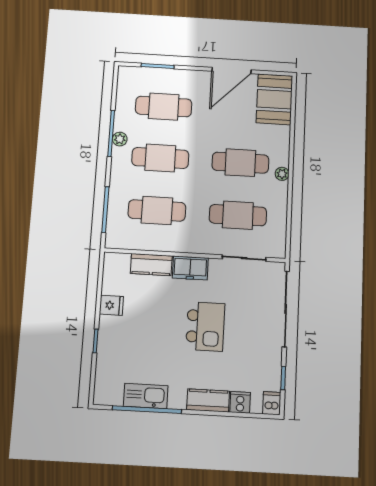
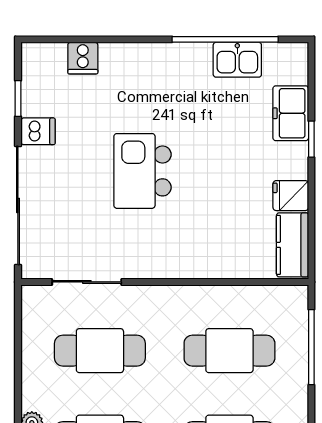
kitchen counter: (151, 265) -> (293, 245), moved, turned -90
freezer: (190, 268) -> (291, 113), moved, turned -90
kitchen sink: (146, 396) -> (237, 60), width x0.73
kitchen counter: (208, 400) -> (132, 58), removed
dishwasher: (272, 403) -> (38, 131), moved, turned -90

